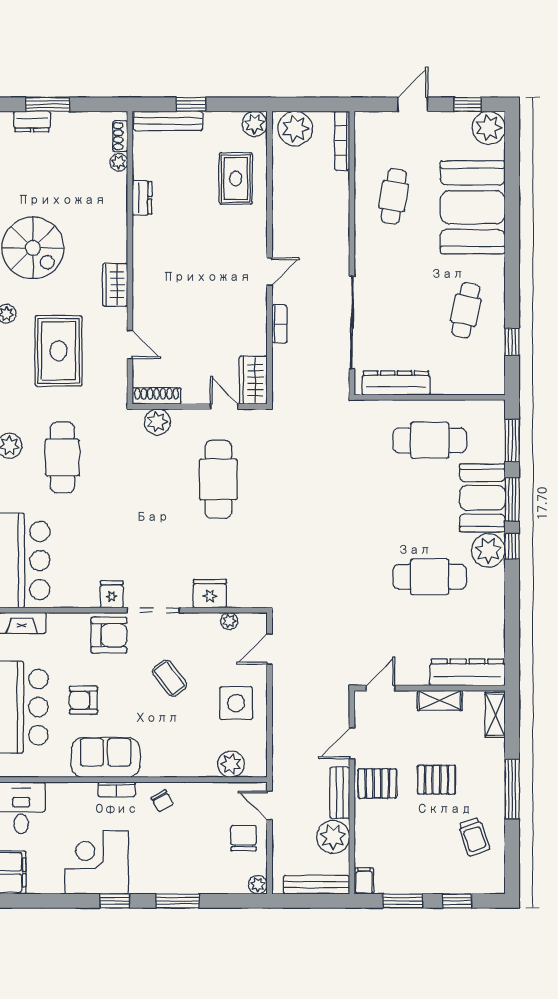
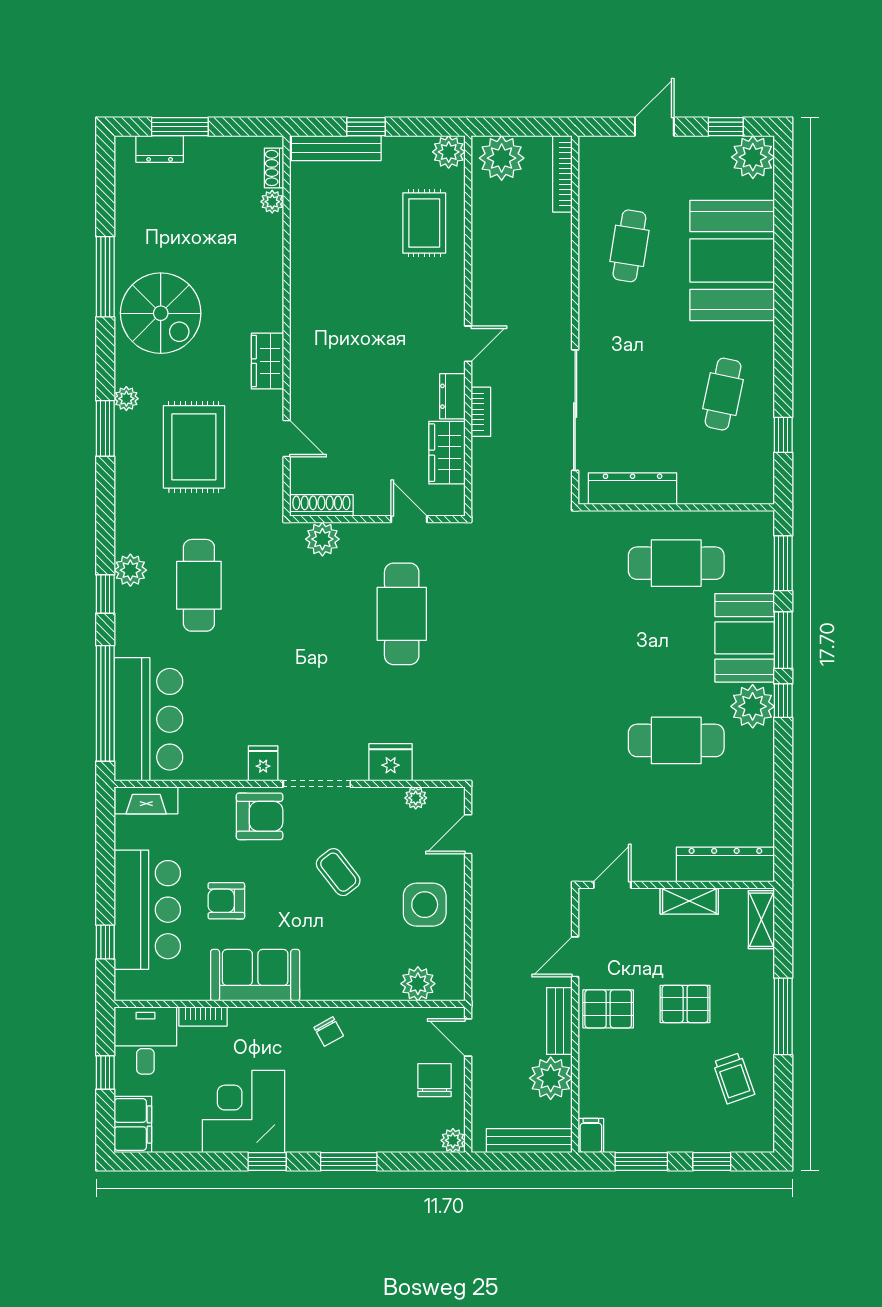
dresser: (142, 198) -> (452, 396), moved, turned 180
wardrobe: (253, 380) -> (447, 453), moved
bookcase: (117, 789) -> (203, 1016), moved

